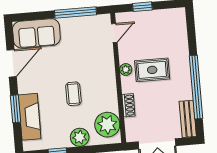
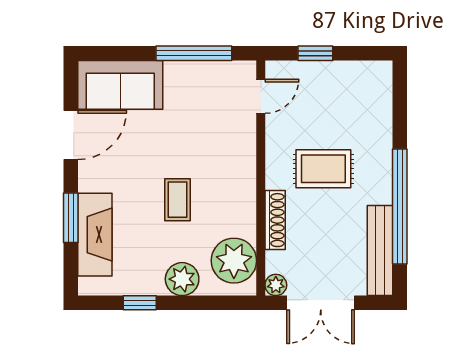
plant: (126, 70) -> (276, 285), moved
shoe rack: (128, 105) -> (275, 220), width x1.43
bench: (188, 119) -> (380, 251), width x1.36

